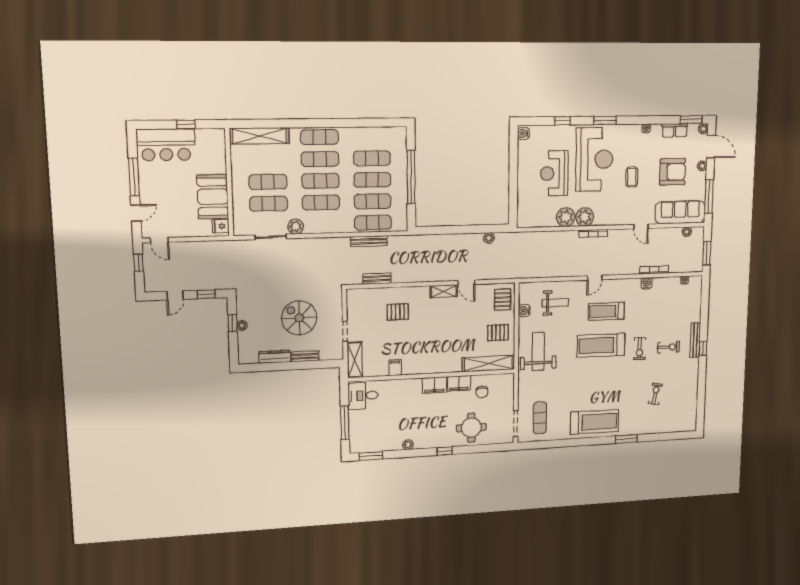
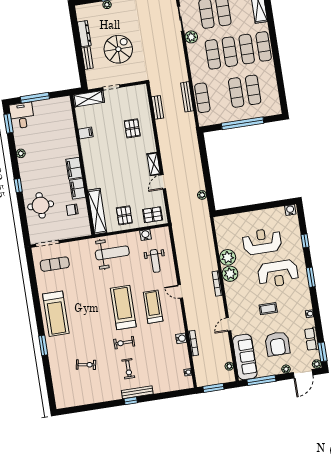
reception desk: (594, 159) -> (278, 274), width x0.74, depth x0.77
exercise mat: (373, 201) -> (219, 95), removed
desk: (363, 396) -> (22, 115), moved

